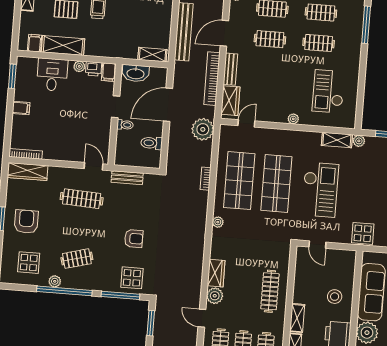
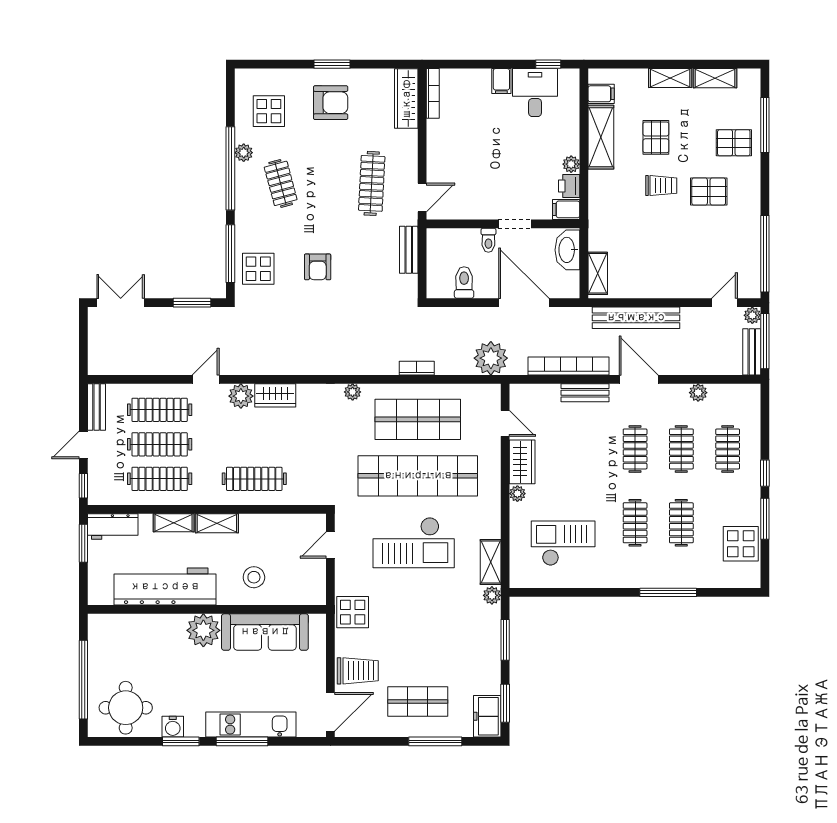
desk: (52, 75) -> (535, 93), moved, turned -90
window: (12, 76) -> (548, 64), width x0.67
wardrobe: (230, 101) -> (522, 462), moved, turned -90
shop shelf: (276, 183) -> (418, 476), width x1.40

